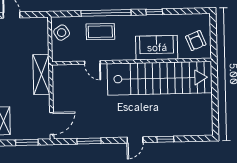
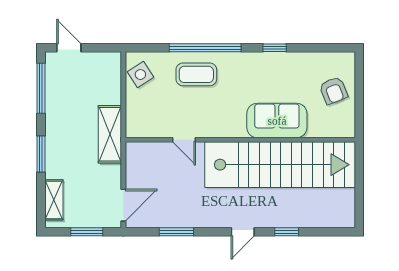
sofa: (157, 48) -> (277, 121), moved
door: (92, 62) -> (184, 140), moved
wall: (132, 62) -> (240, 140), moved
stairs: (160, 78) -> (280, 165), moved

